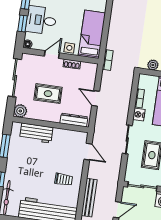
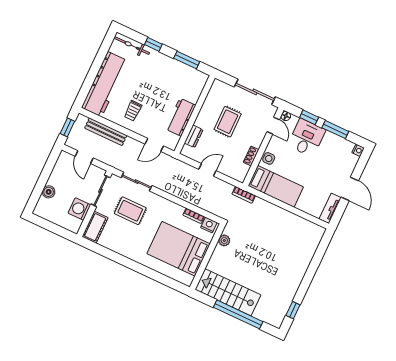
door: (52, 55) -> (273, 126), moved
plant: (20, 111) -> (218, 87), removed
nightstand: (139, 115) -> (209, 225), moved
dresser: (74, 120) -> (194, 136), width x0.70
workbench: (36, 133) -> (181, 117), moved
sliding door: (127, 140) -> (137, 182), moved

